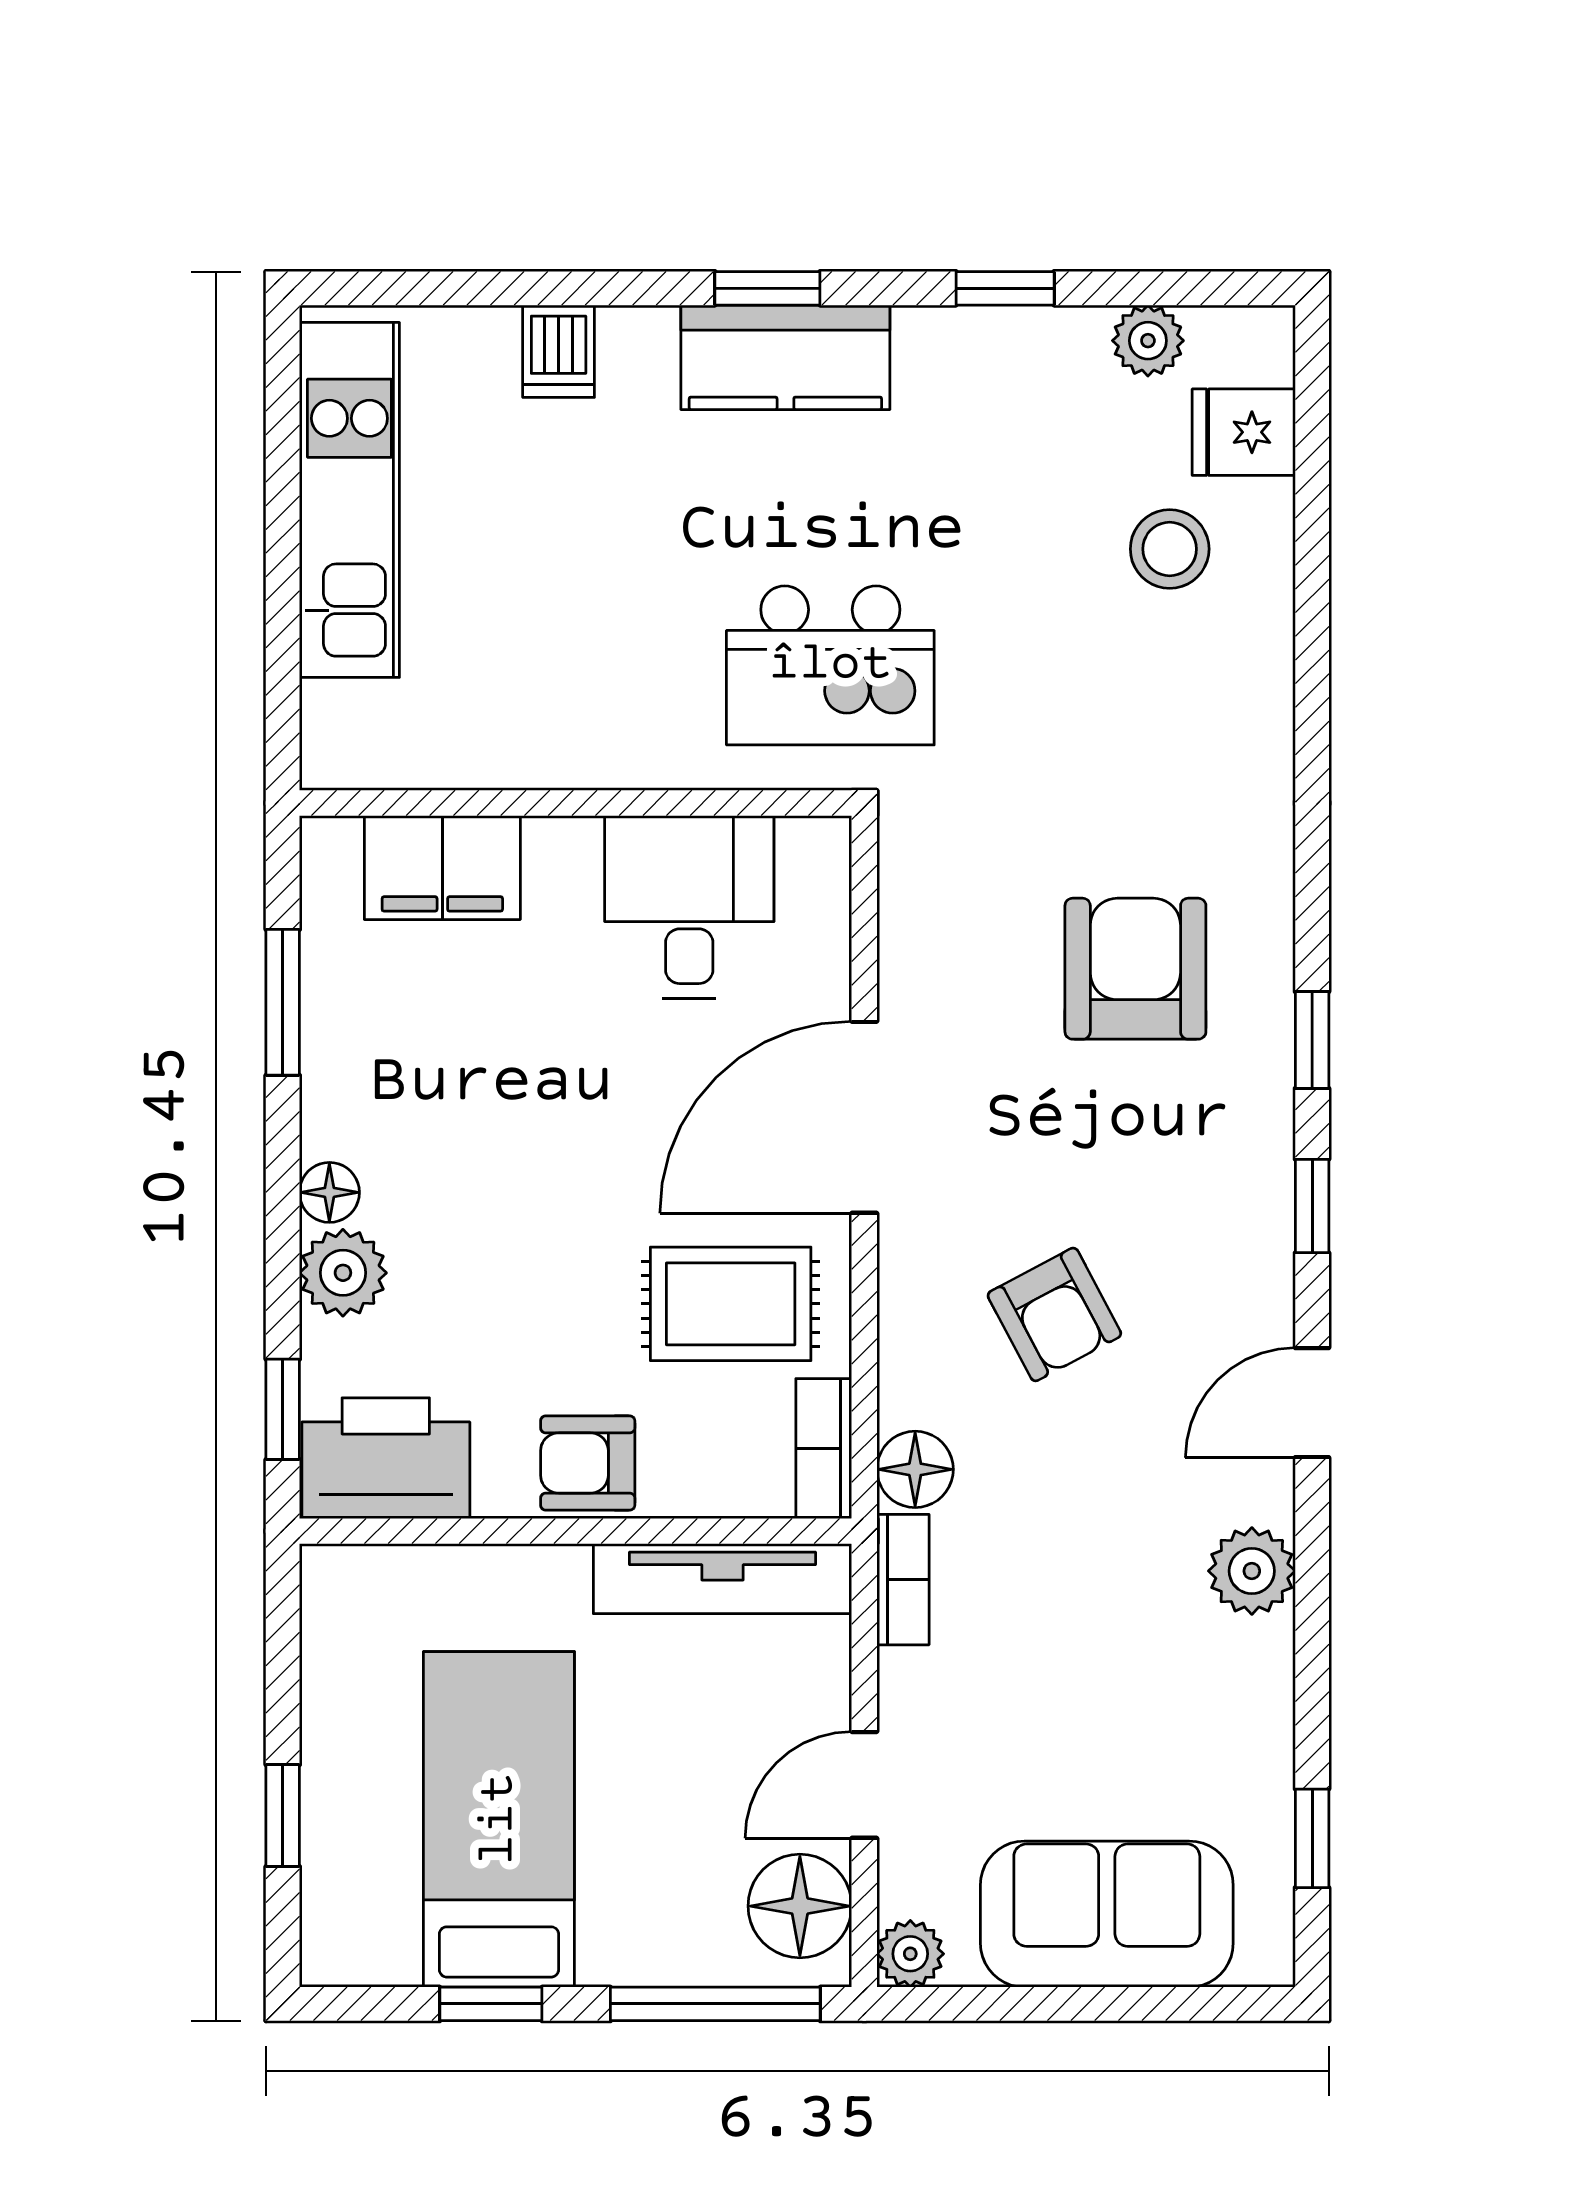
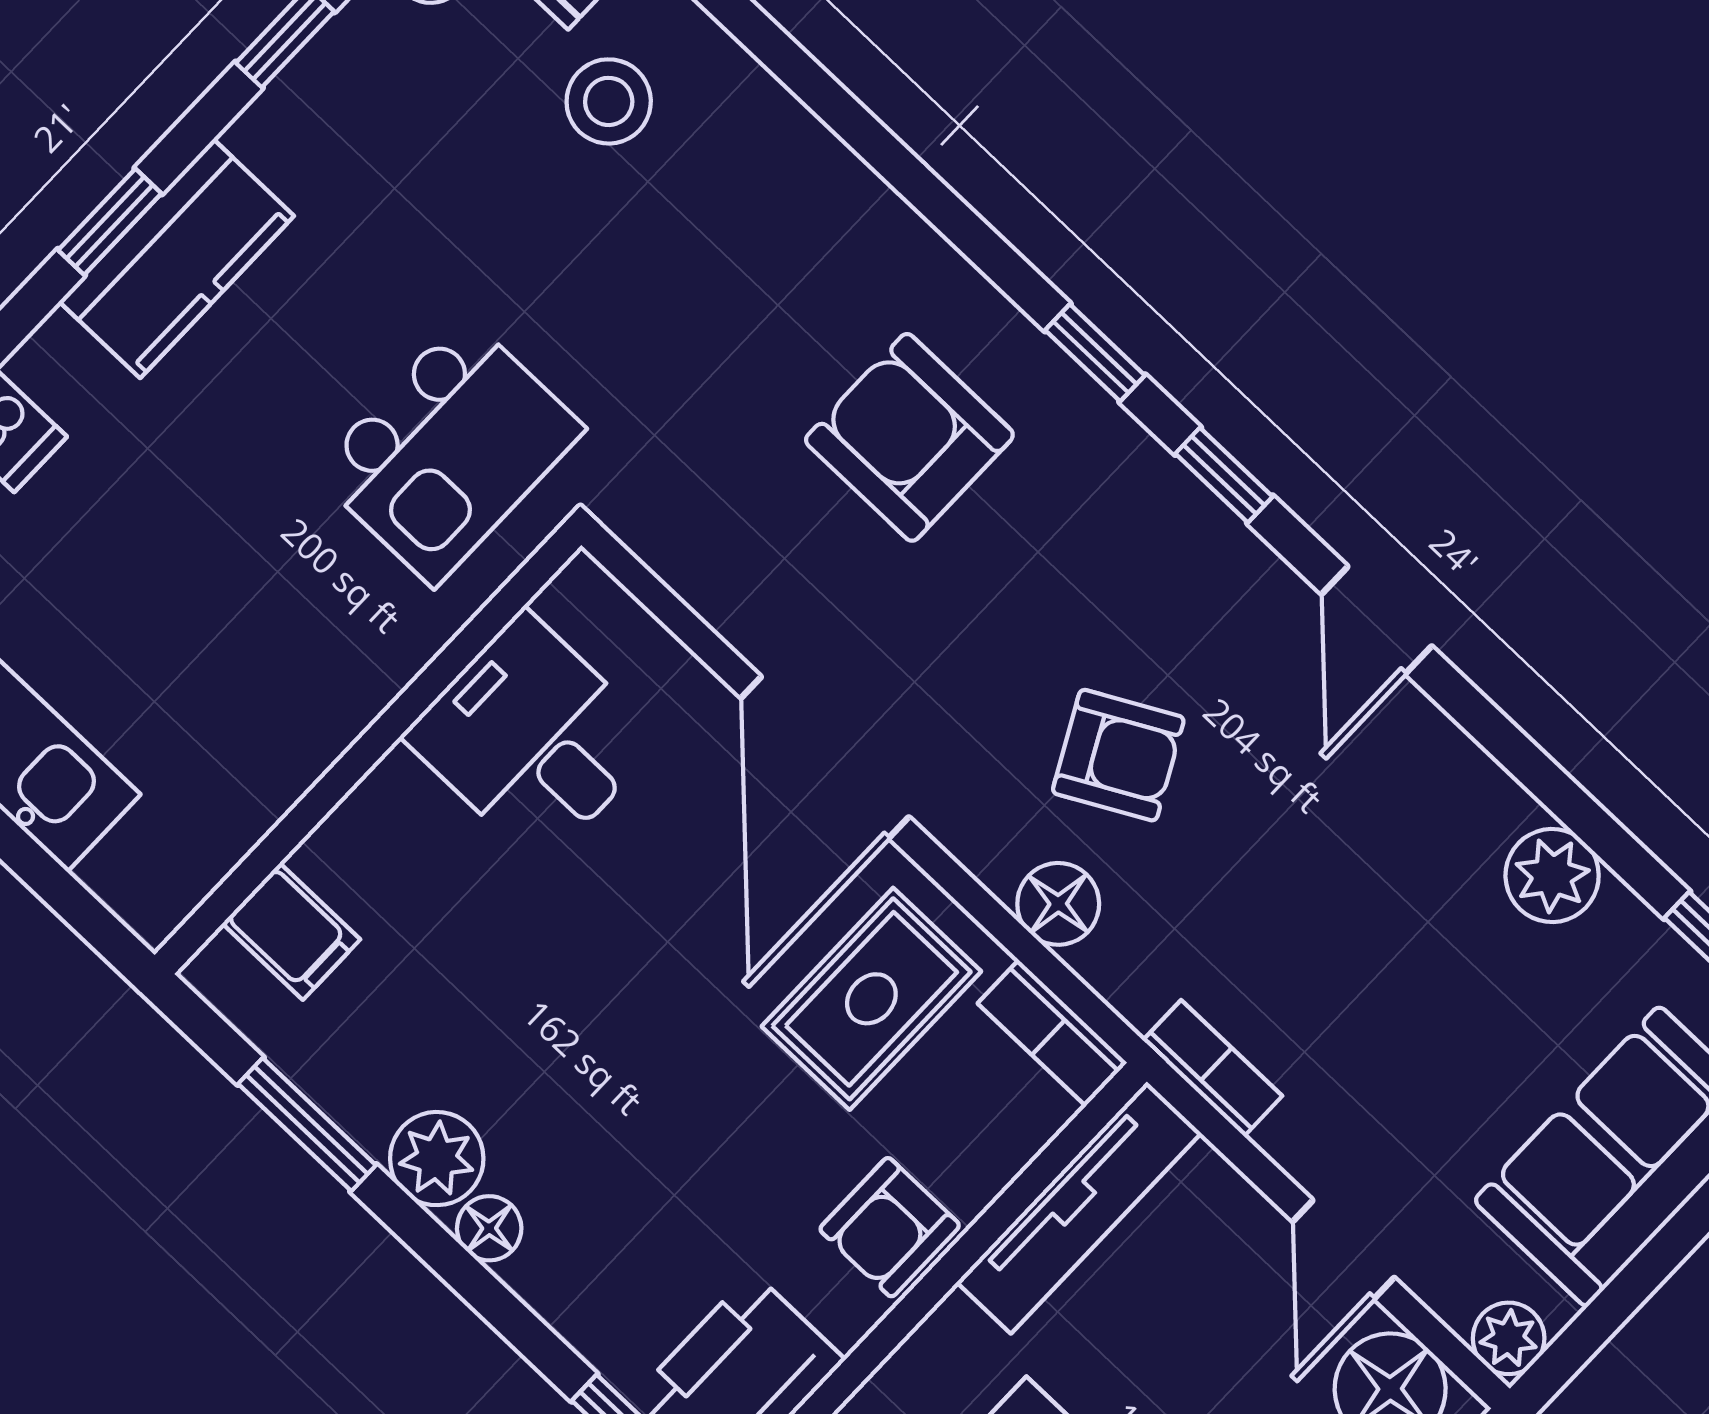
filing cabinet: (442, 868) -> (291, 931), width x0.50
plant: (343, 1273) -> (437, 1159), moved
floor lamp: (915, 1469) -> (1058, 904), moved
plant: (1252, 1571) -> (1552, 875), moved

